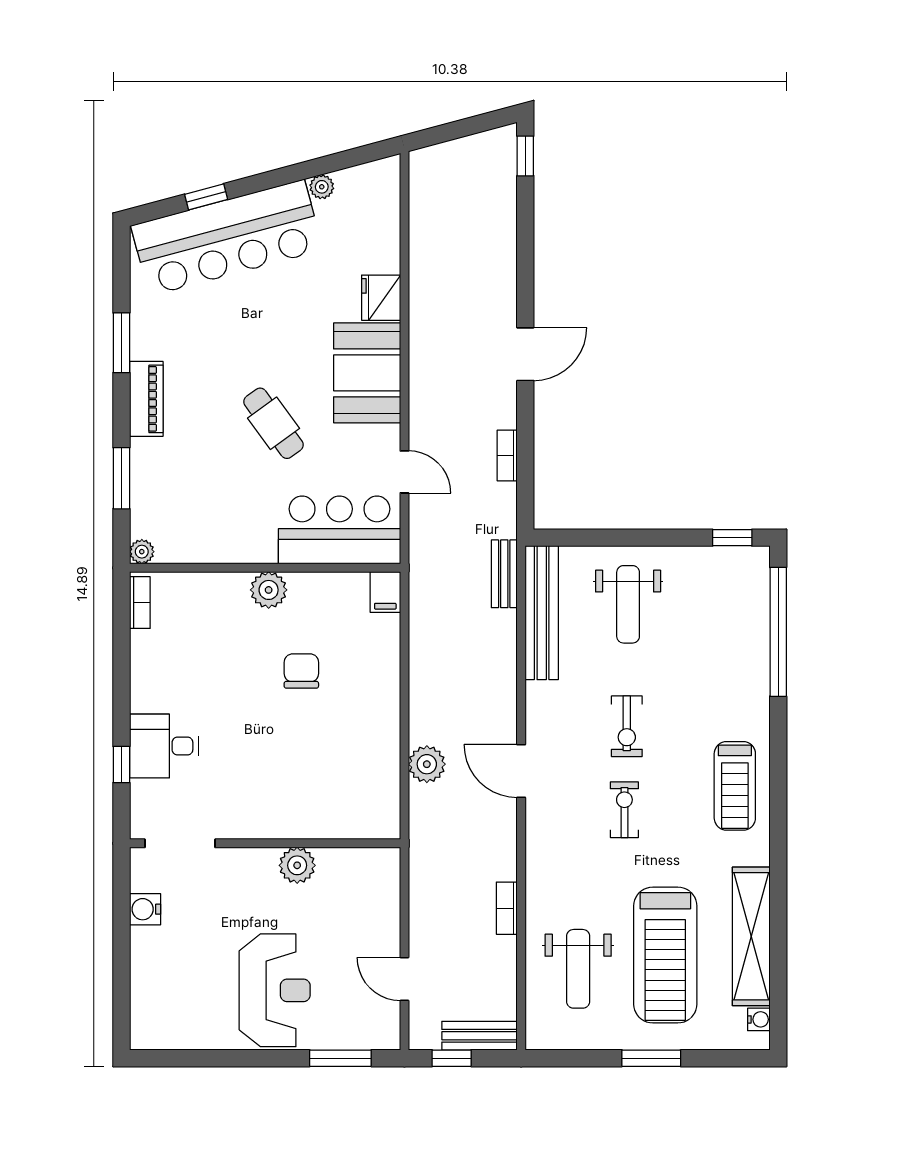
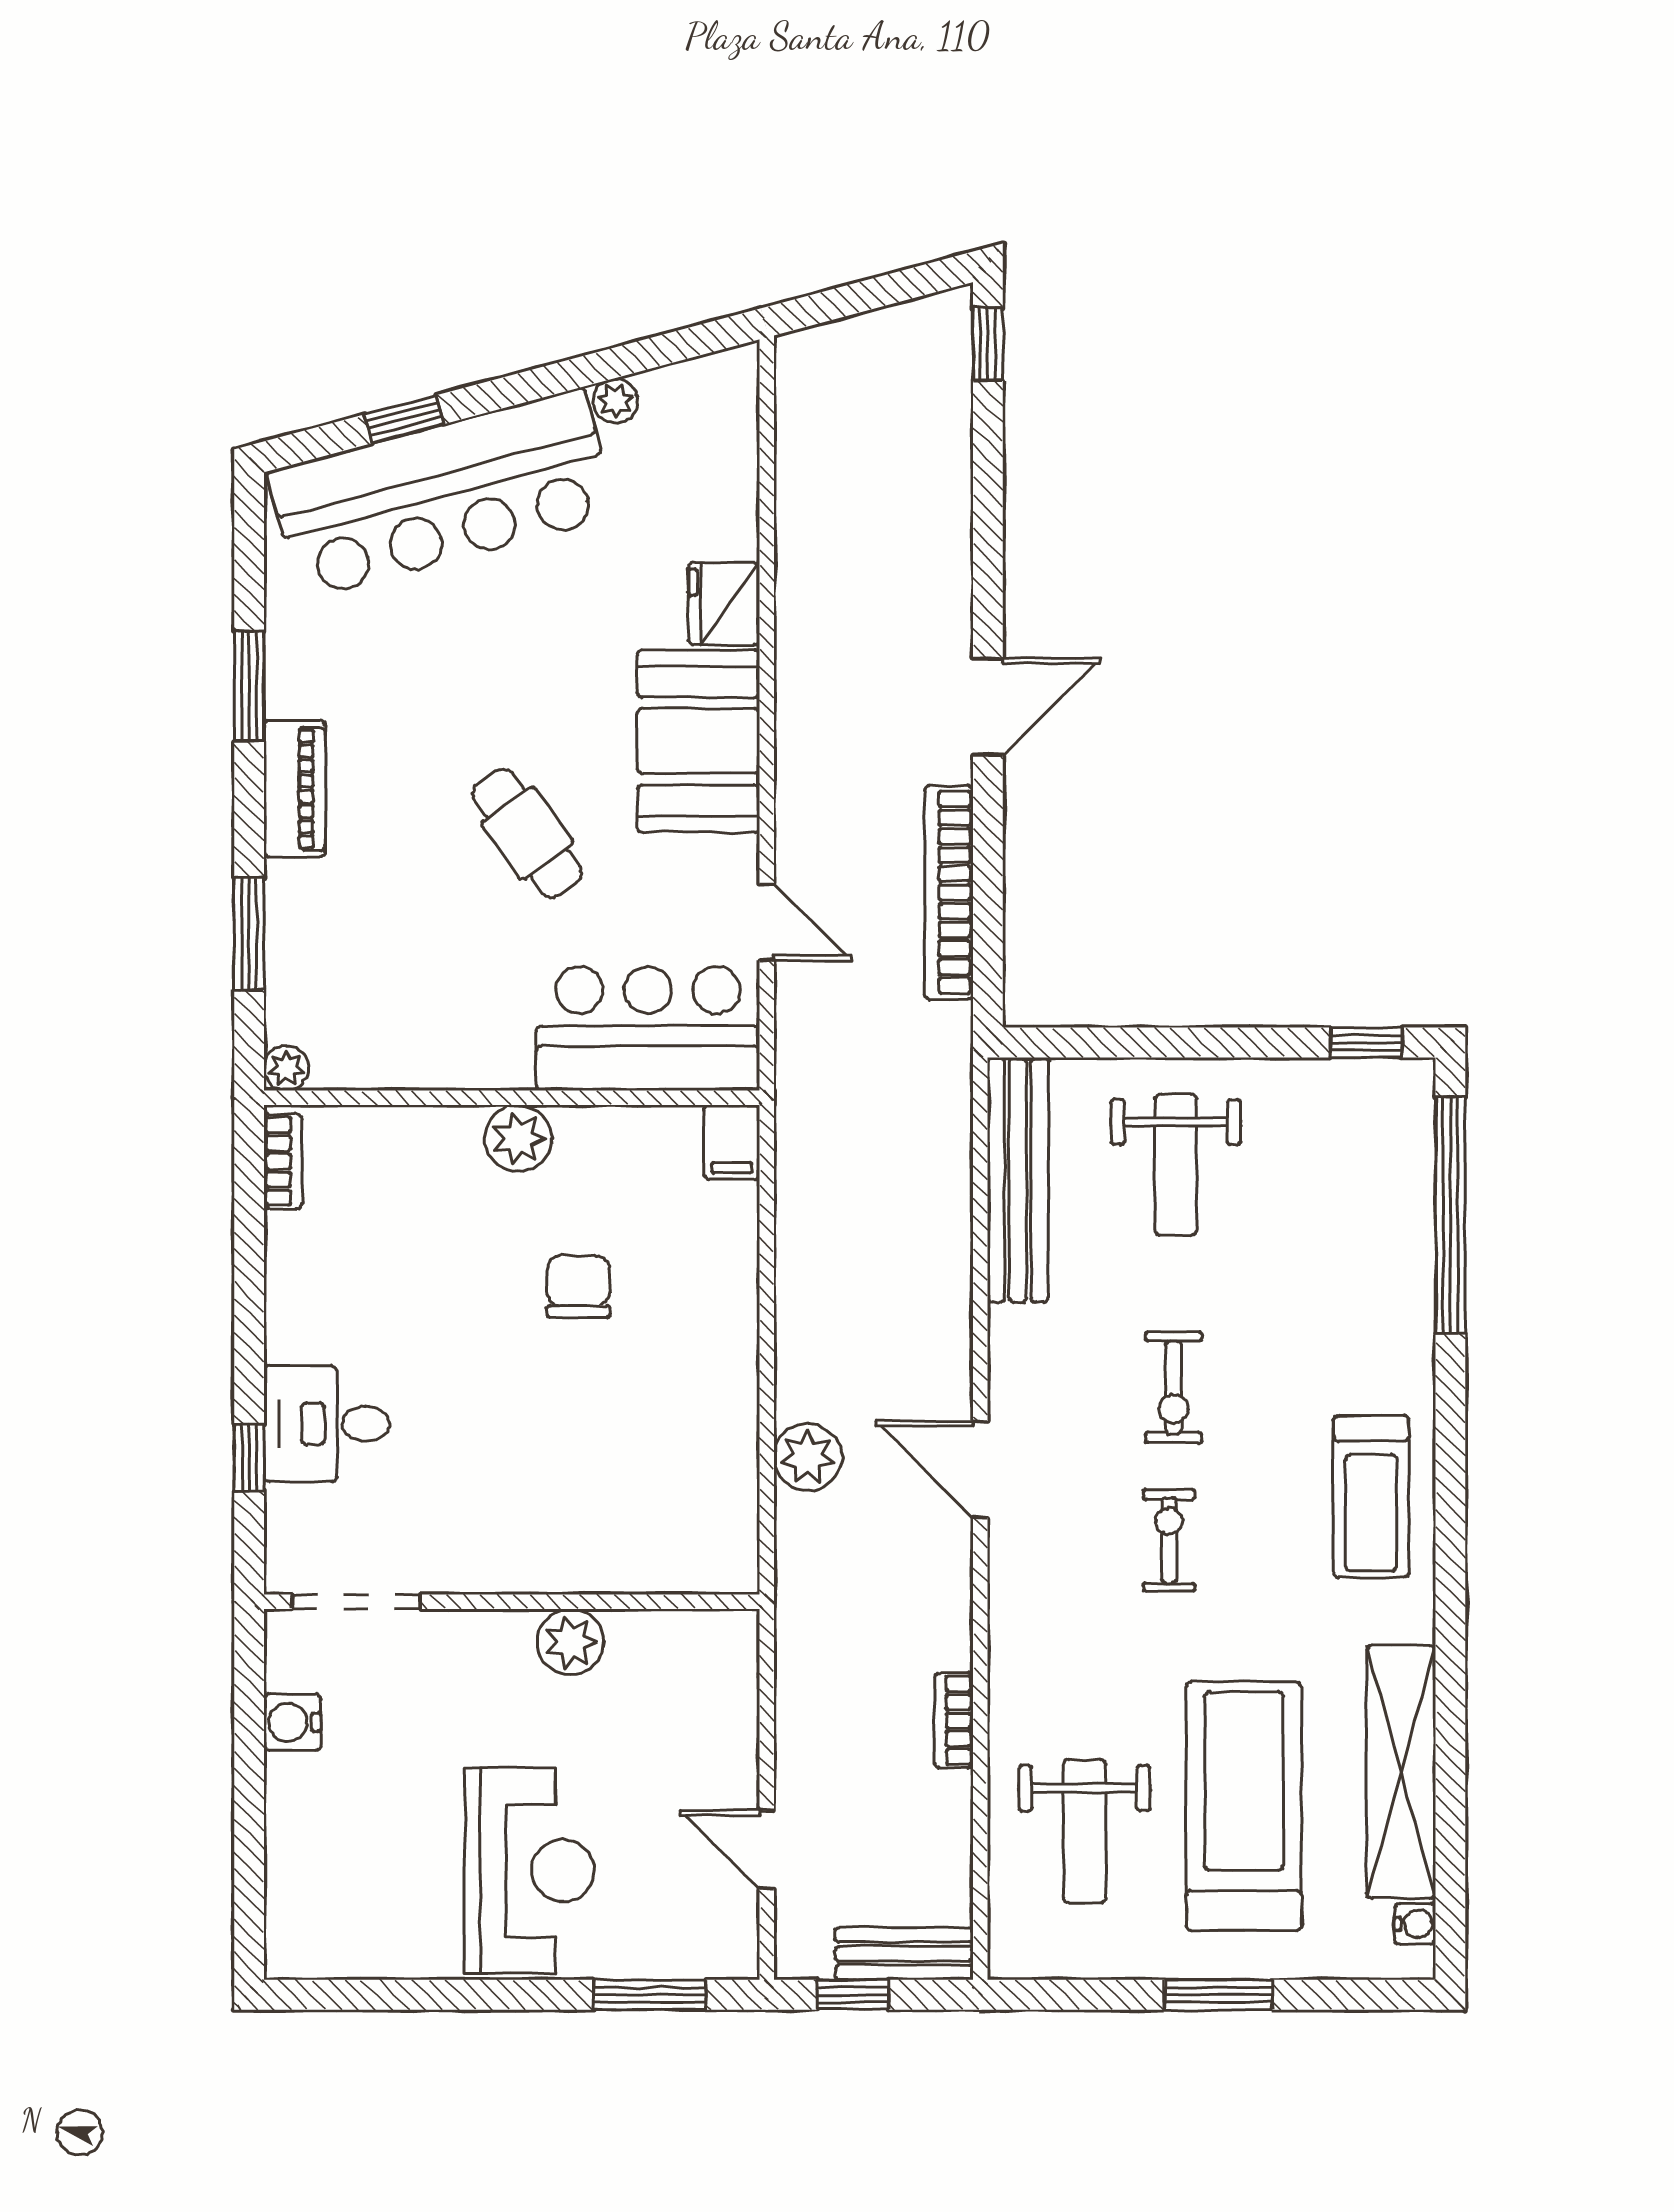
bookcase: (507, 456) -> (949, 892), width x2.31, depth x1.31
bench: (504, 574) -> (949, 1109), removed
treadmill: (665, 955) -> (1244, 1806), turned 180

